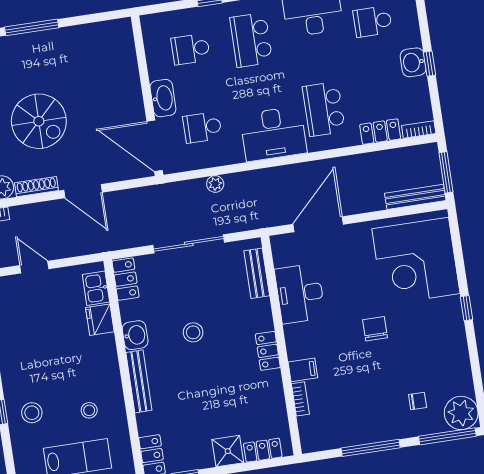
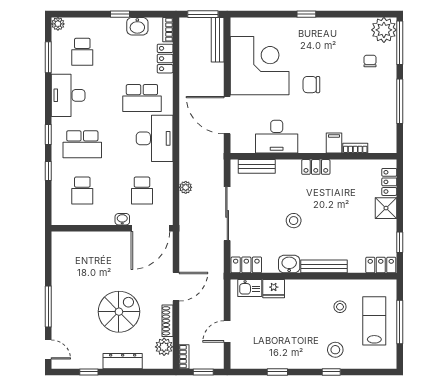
washbasin: (413, 62) -> (137, 26), moved
washbasin: (163, 98) -> (122, 219), width x0.52, depth x0.69
corner desk: (416, 261) -> (260, 66), moved, turned -90

